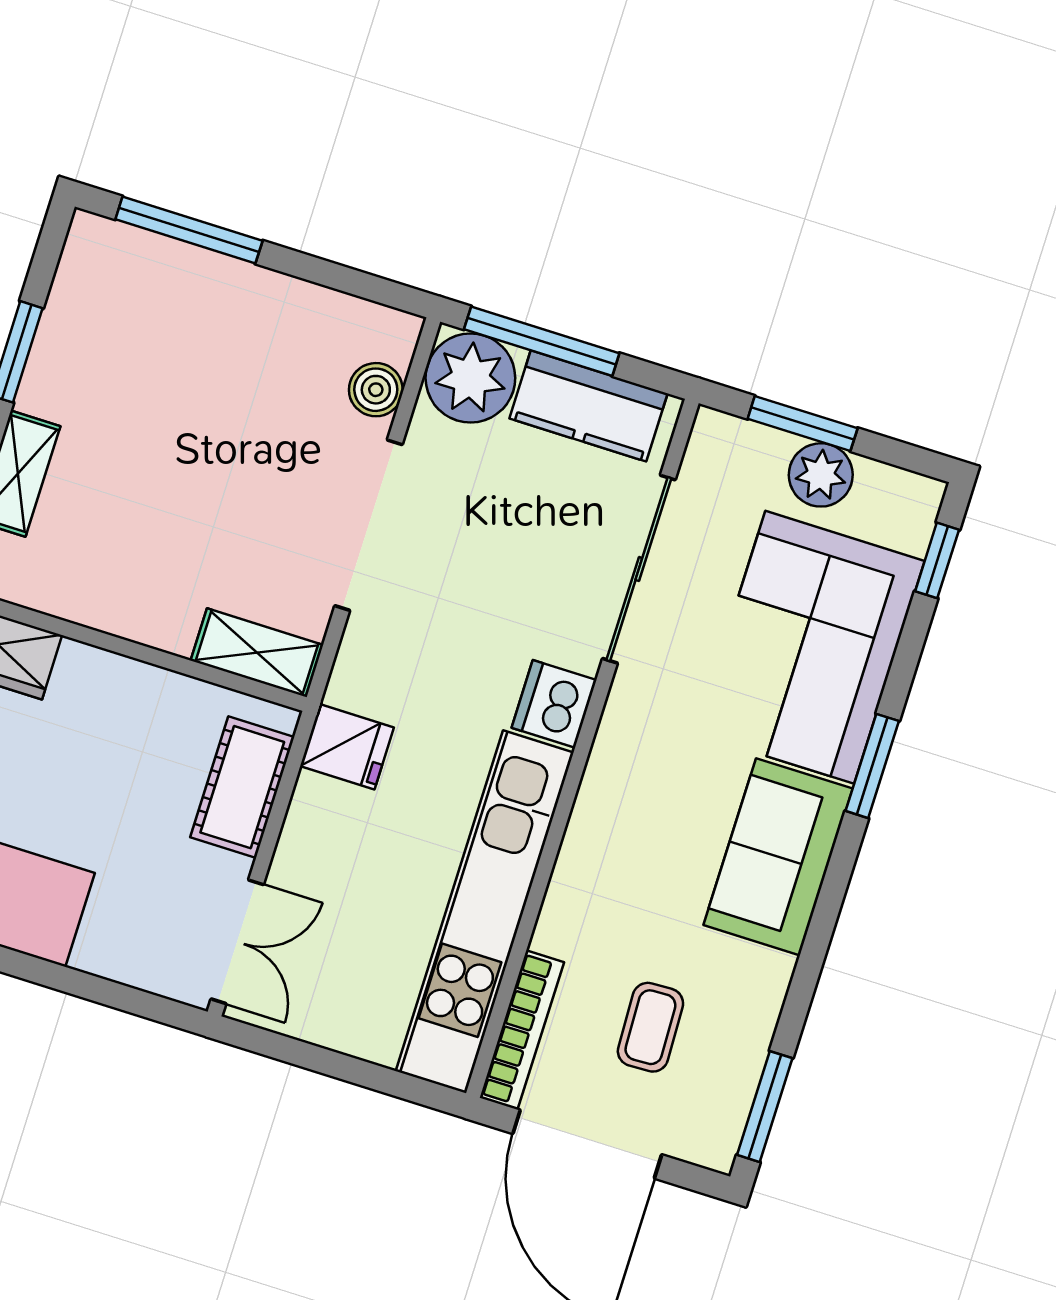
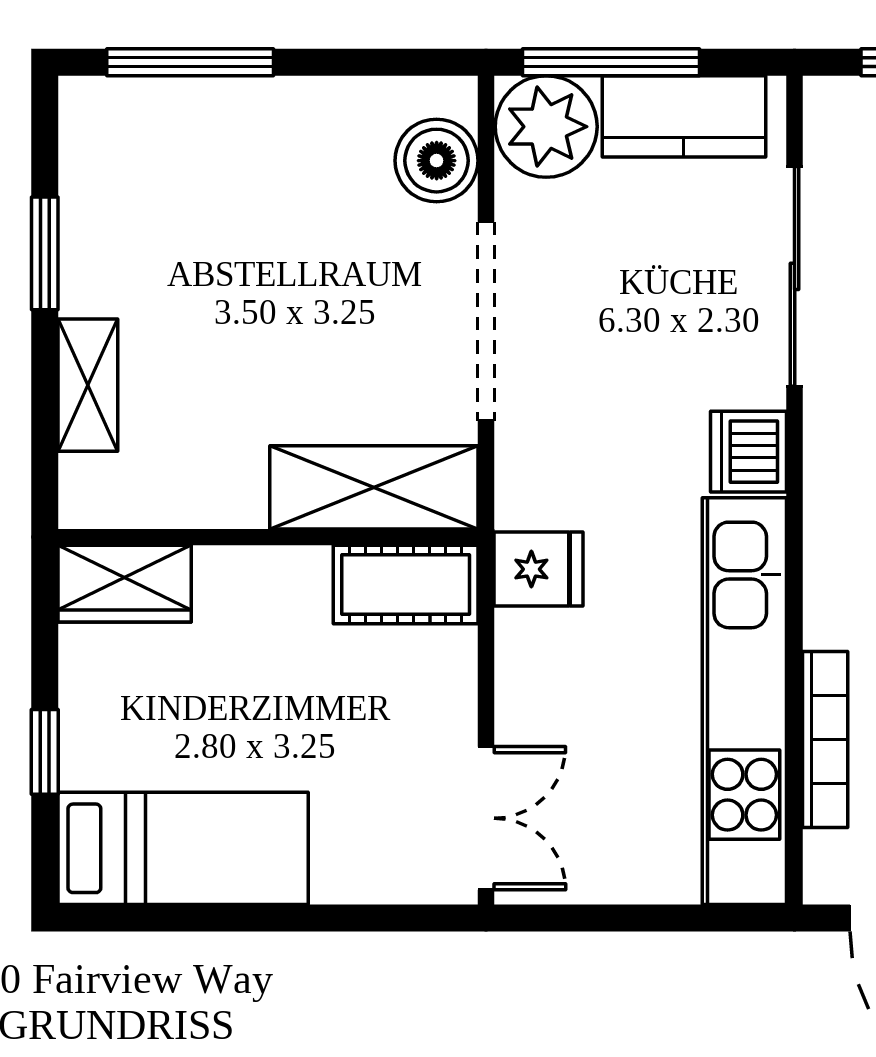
boiler: (376, 390) -> (437, 161), width x1.36, depth x1.36
shelving: (257, 653) -> (374, 487), width x1.50, depth x1.33
cot: (242, 787) -> (406, 584), moved, turned 90
bookcase: (522, 1030) -> (825, 739), moved

